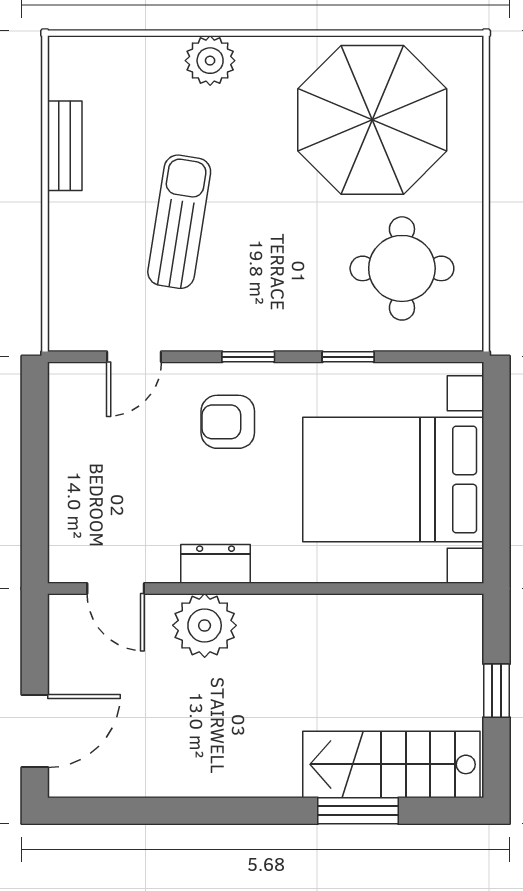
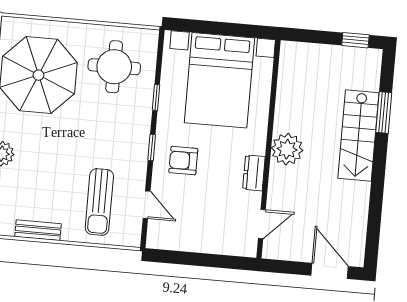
sun lounger: (179, 222) -> (99, 202), moved, turned -99
armchair: (228, 422) -> (183, 161), turned 90
plant: (205, 625) -> (287, 149), moved
window: (496, 691) -> (355, 40), moved
stairs: (391, 764) -> (358, 136), moved

